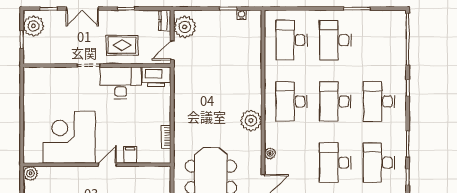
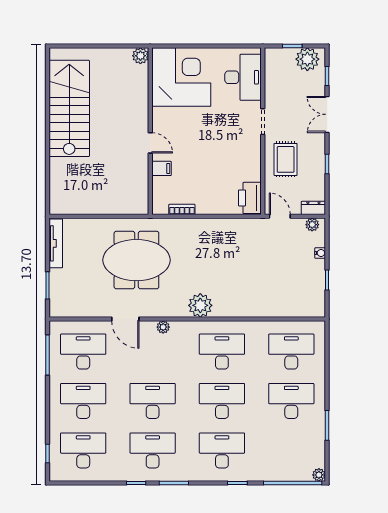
water cooler: (242, 15) -> (320, 253), moved
plant: (400, 16) -> (319, 475), added
plant: (185, 27) -> (312, 225), width x0.53, depth x0.53
desk: (121, 83) -> (243, 77), moved
corner desk: (69, 137) -> (181, 77), moved

